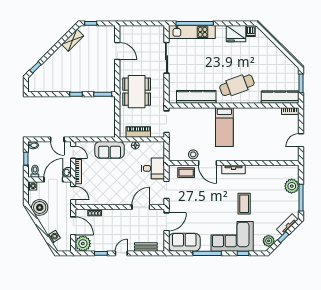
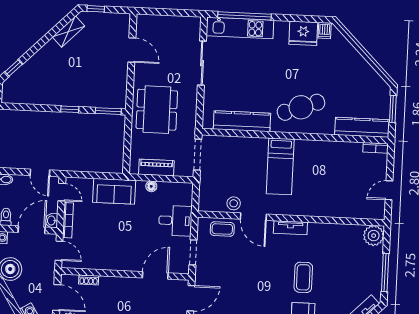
plant: (292, 186) -> (374, 236), moved

